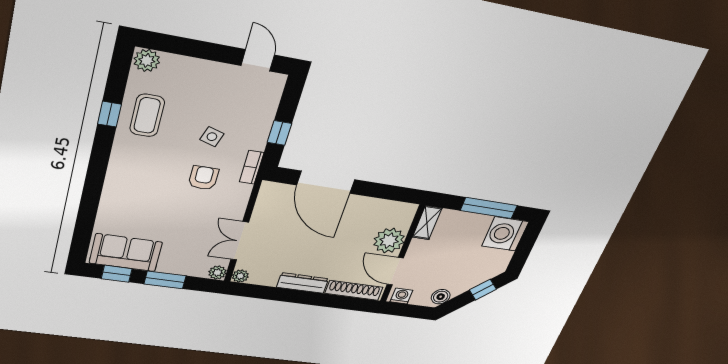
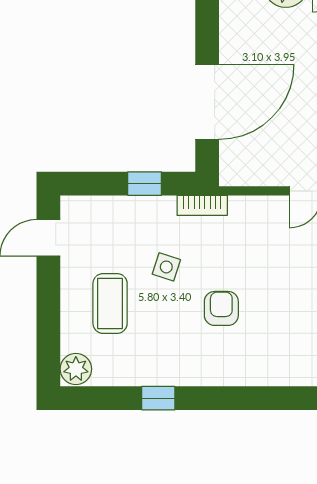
coffee table: (147, 115) -> (110, 303), moved, turned 90
armchair: (203, 178) -> (221, 308), moved, turned 90

